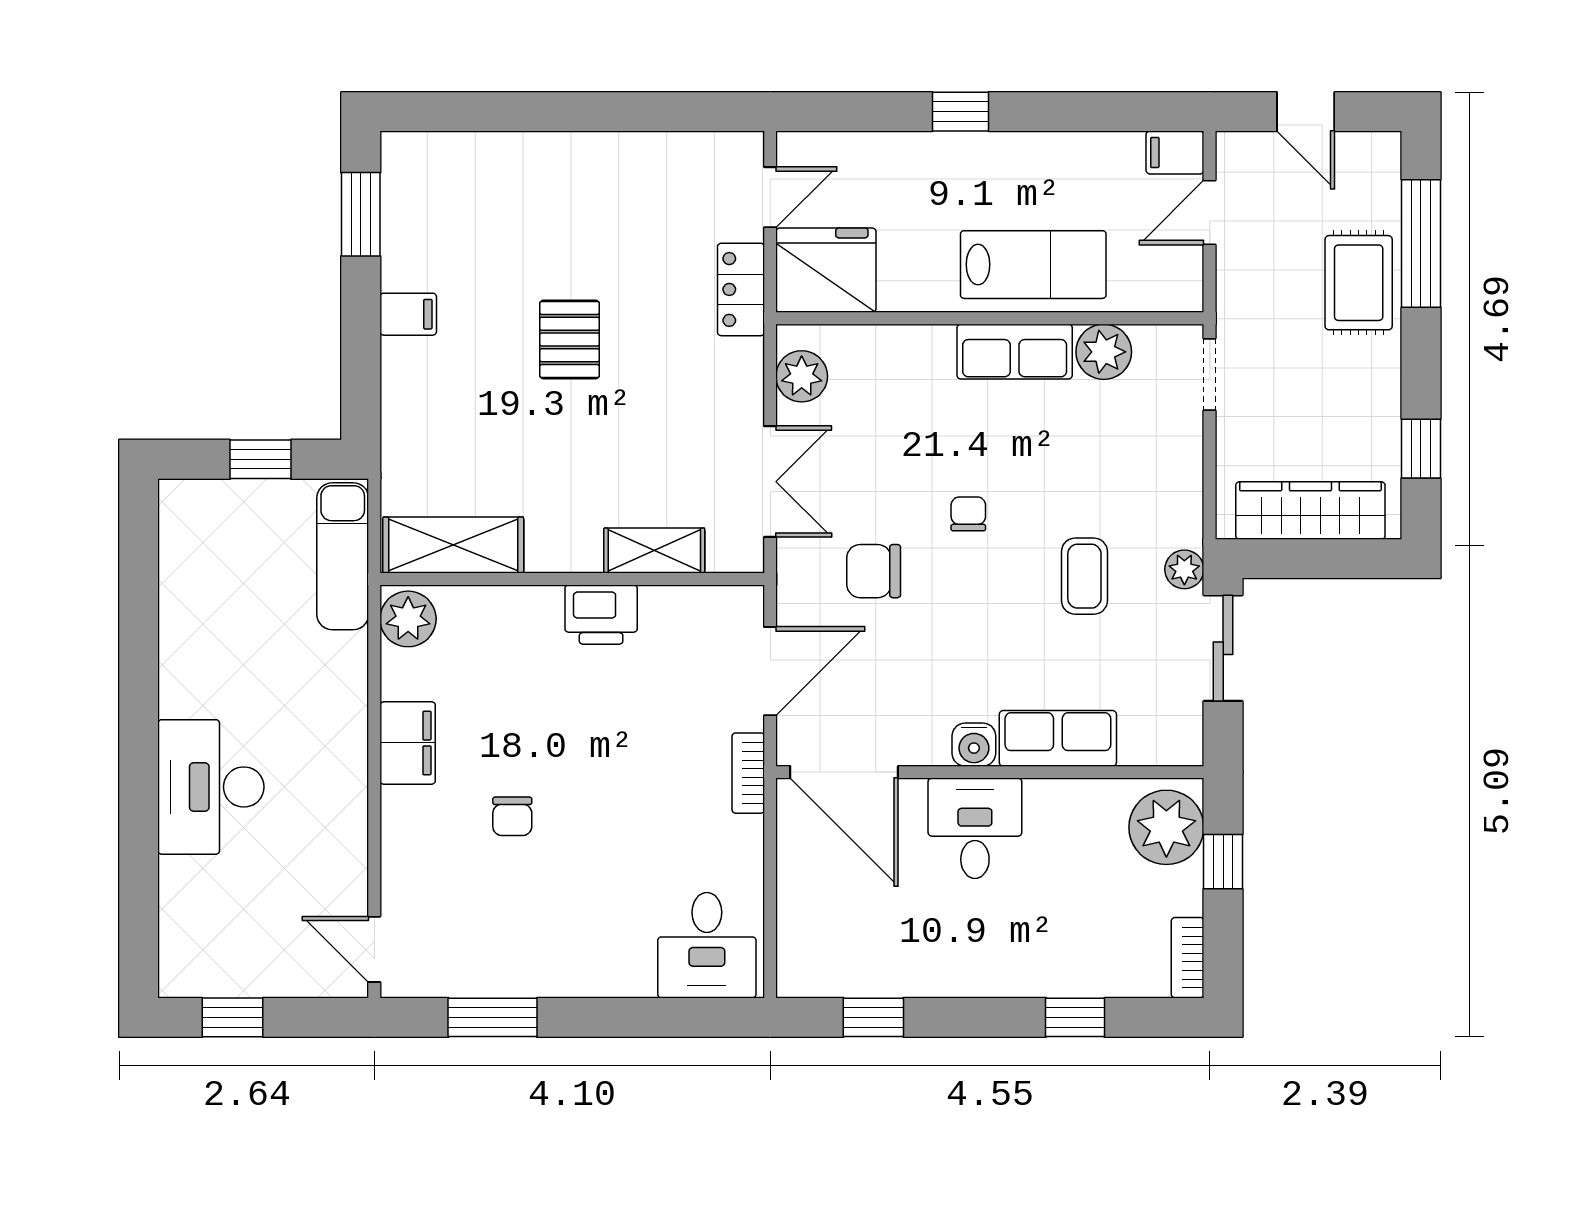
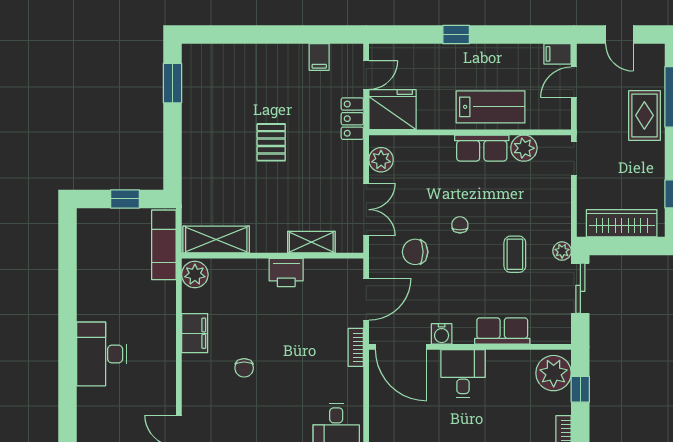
filing cabinet: (408, 314) -> (319, 57), moved, turned 90
water cooler: (974, 745) -> (442, 334), moved

